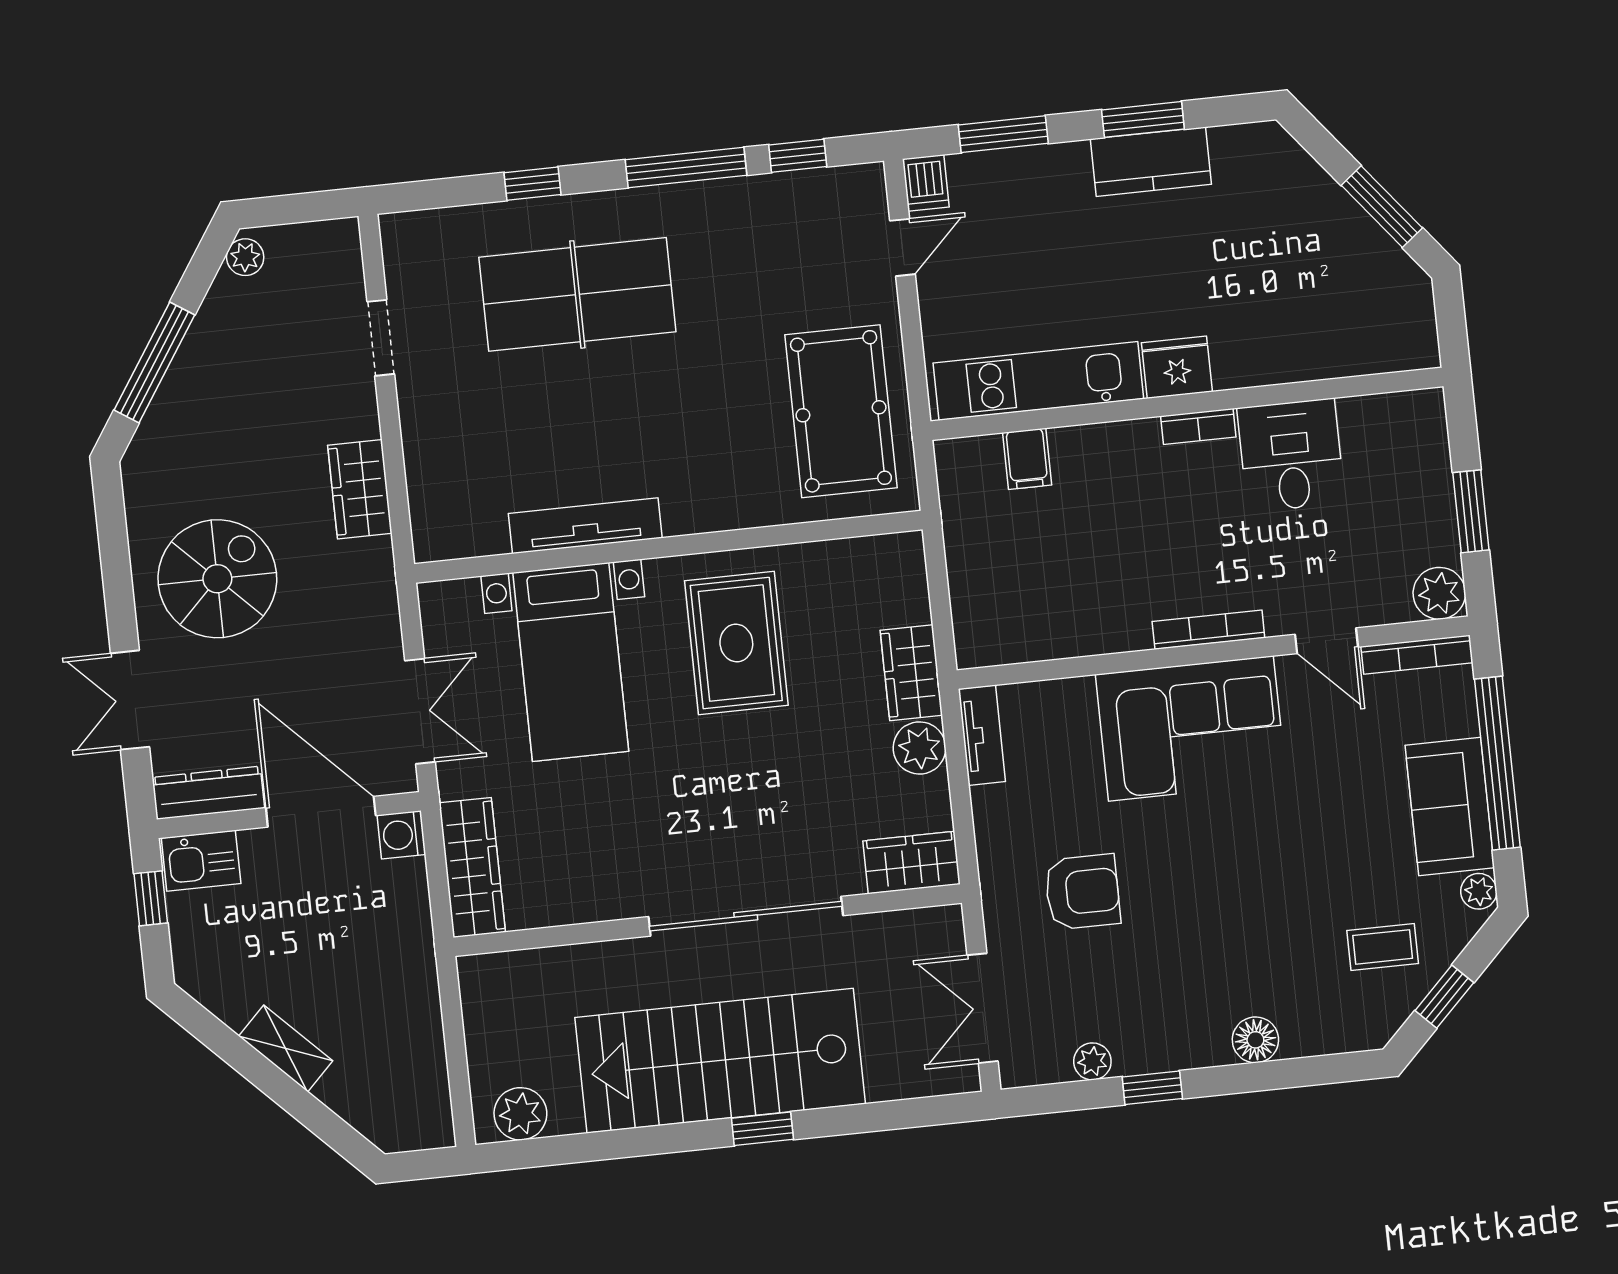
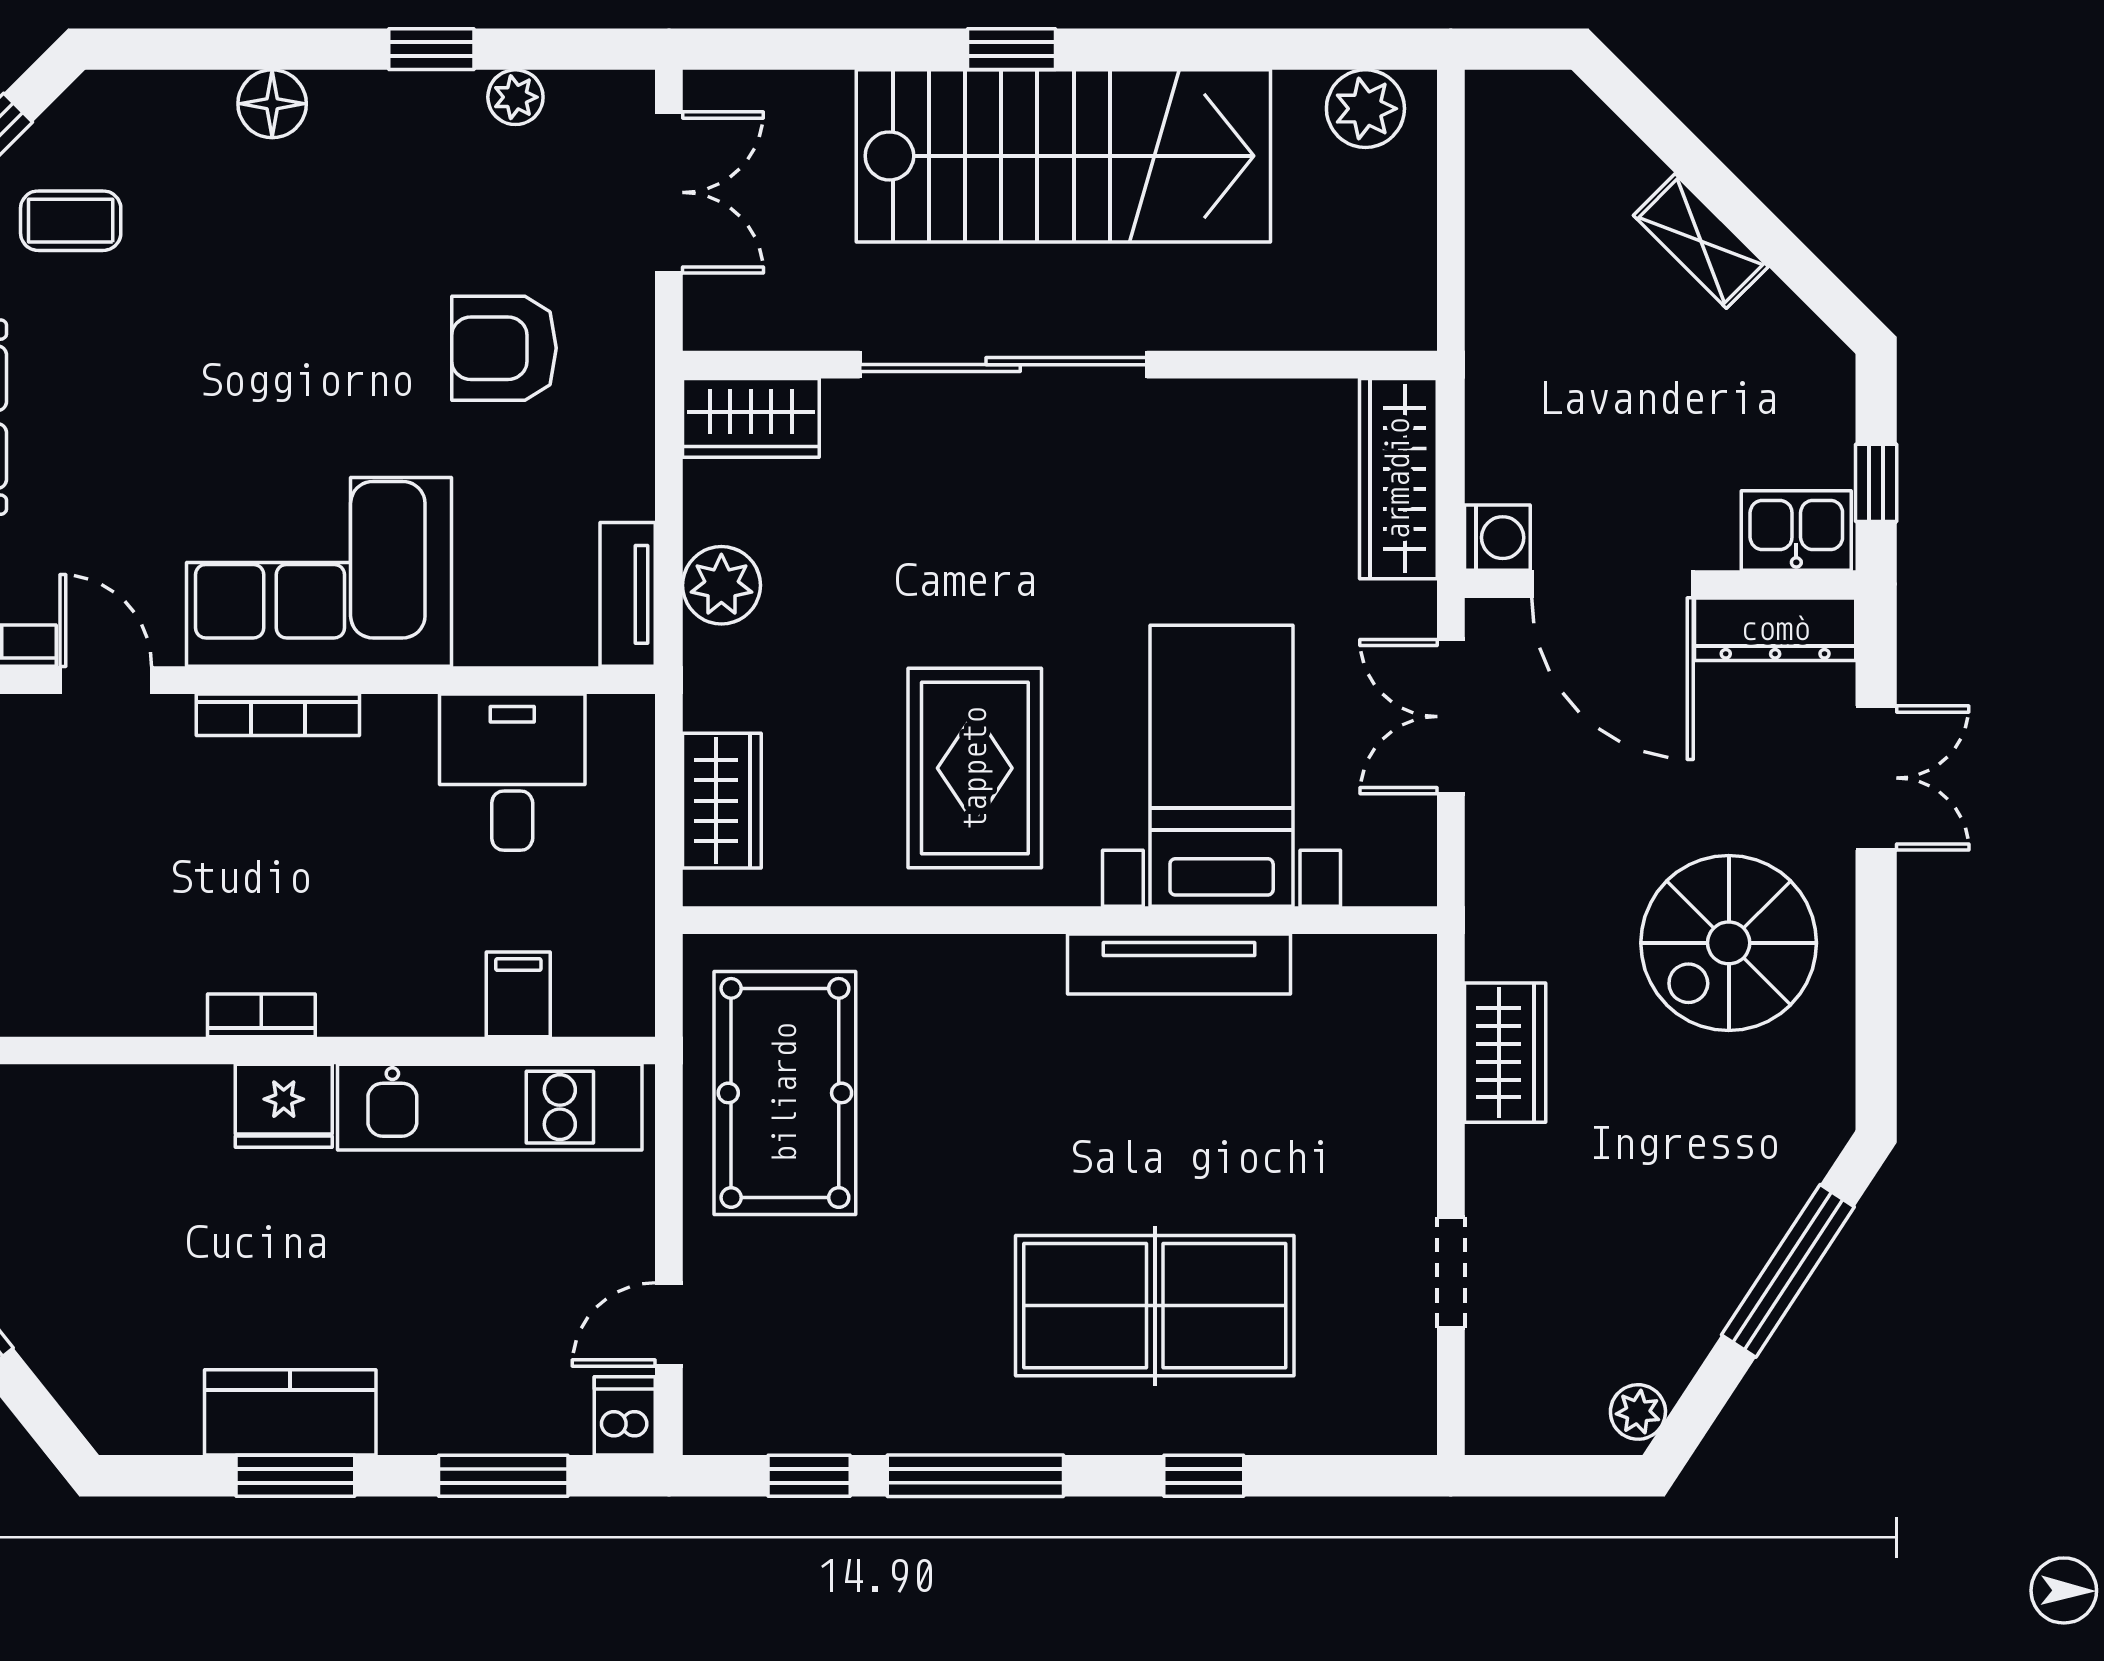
desk: (1291, 455) -> (512, 772), moved, turned 180
wardrobe: (911, 673) -> (722, 801), moved

